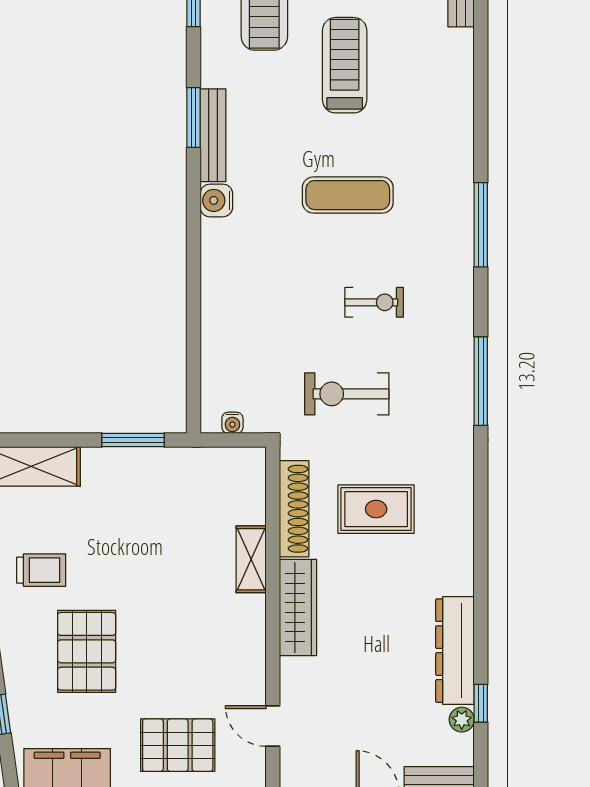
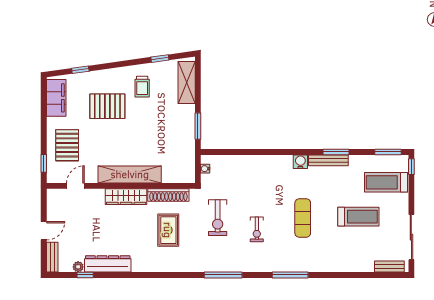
exercise bike: (347, 394) -> (218, 218), turned 180
shelving: (251, 559) -> (130, 174), width x2.20, depth x1.33

